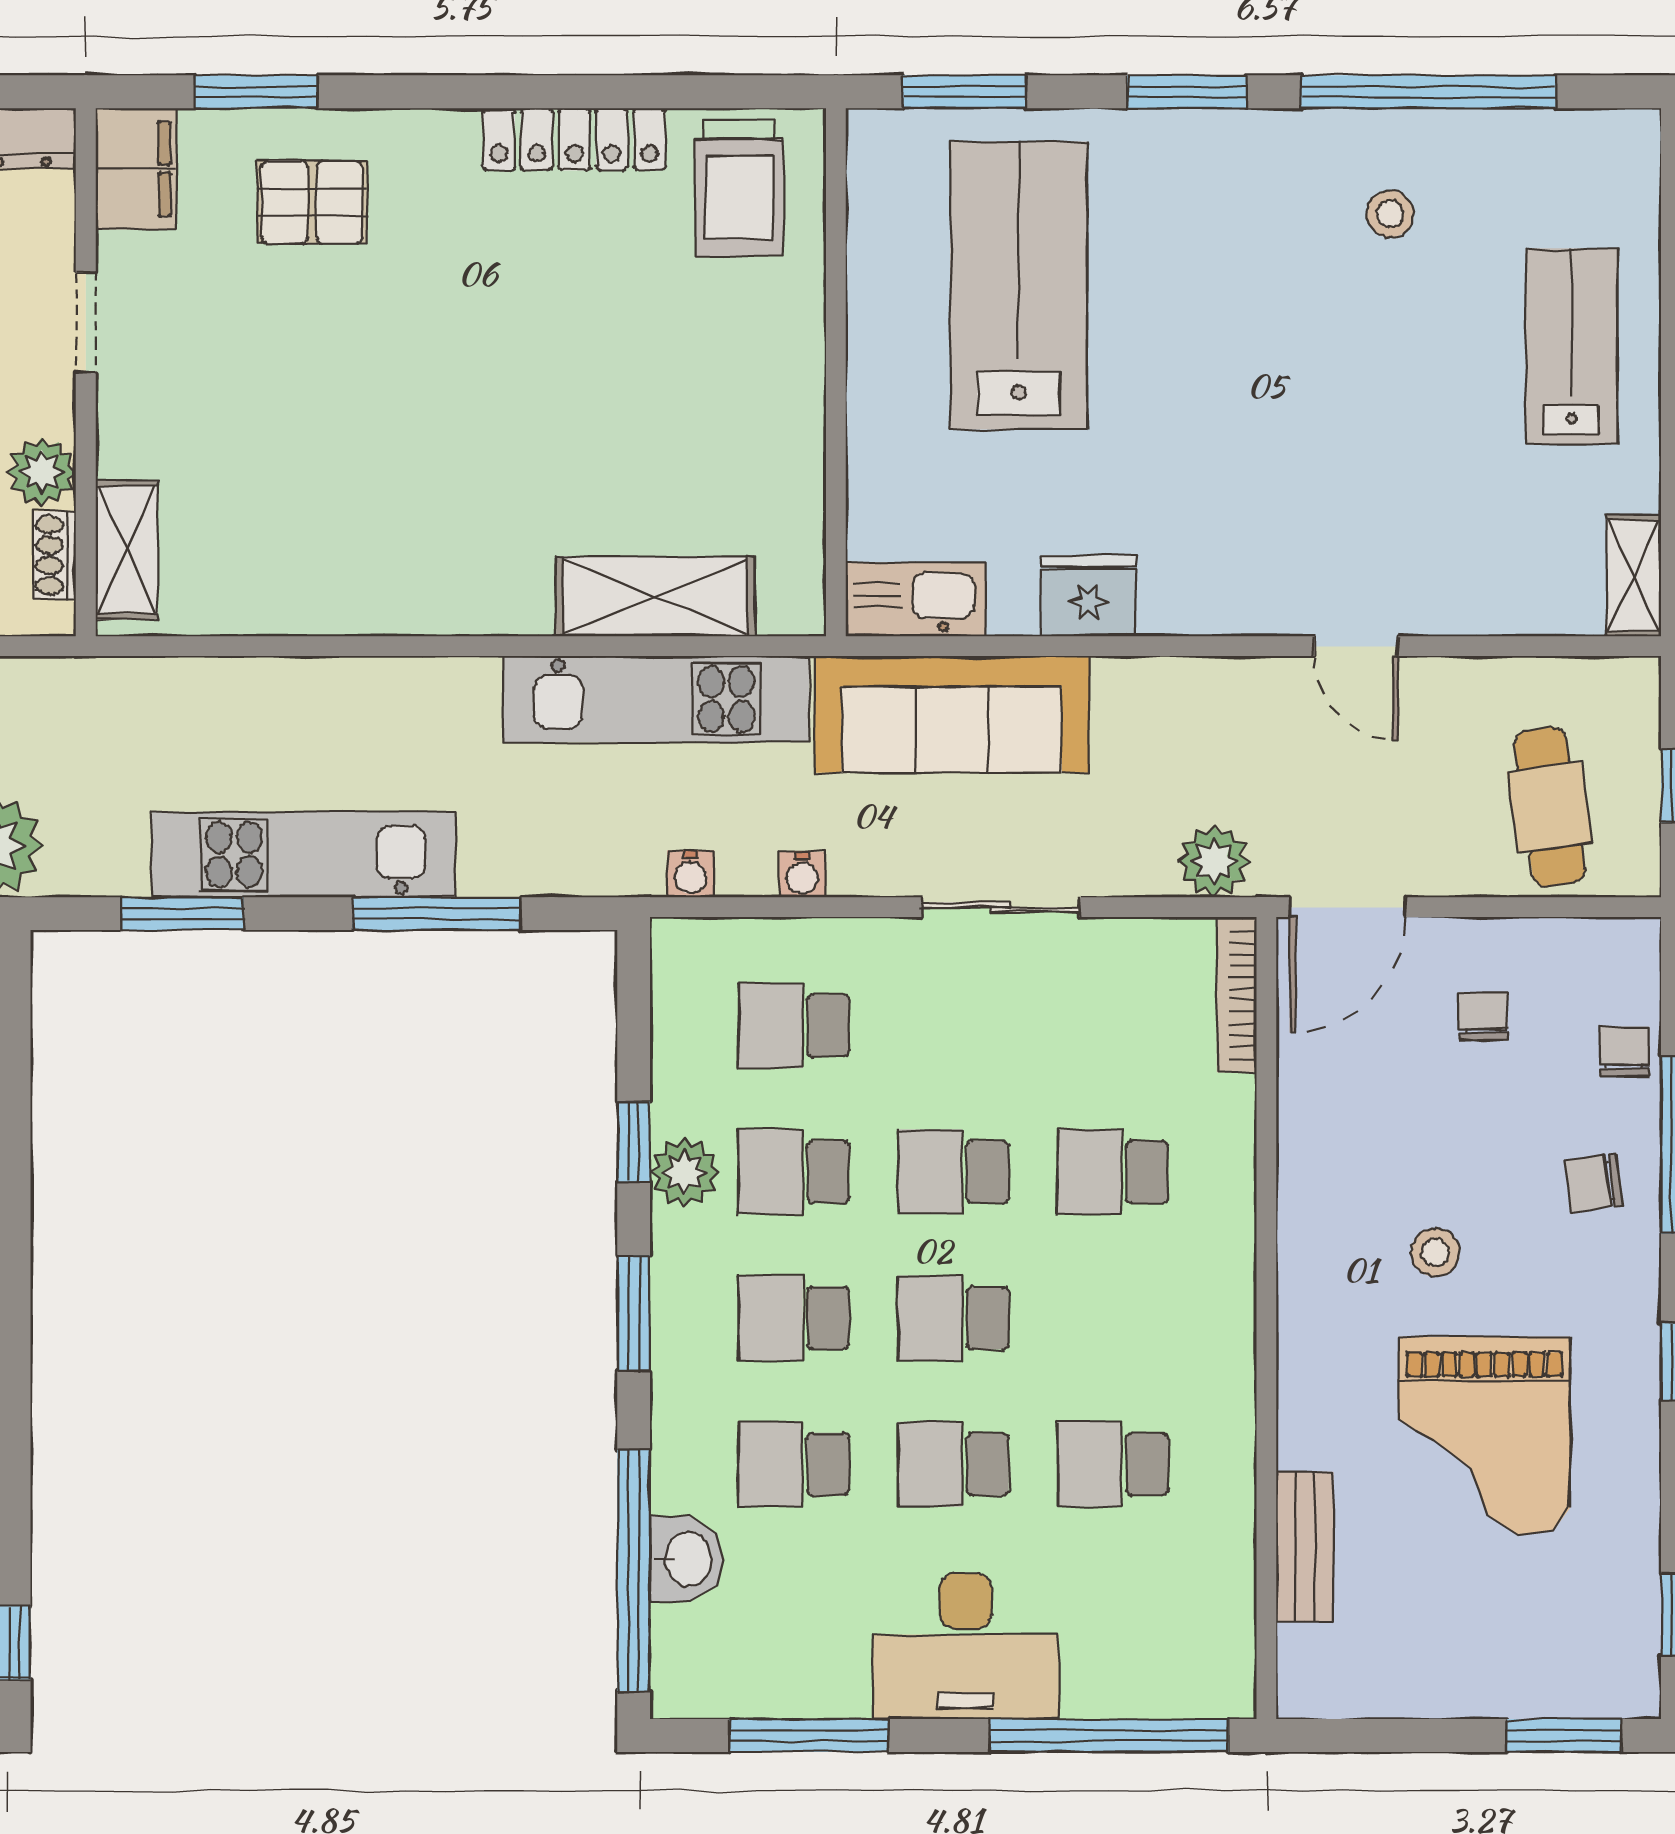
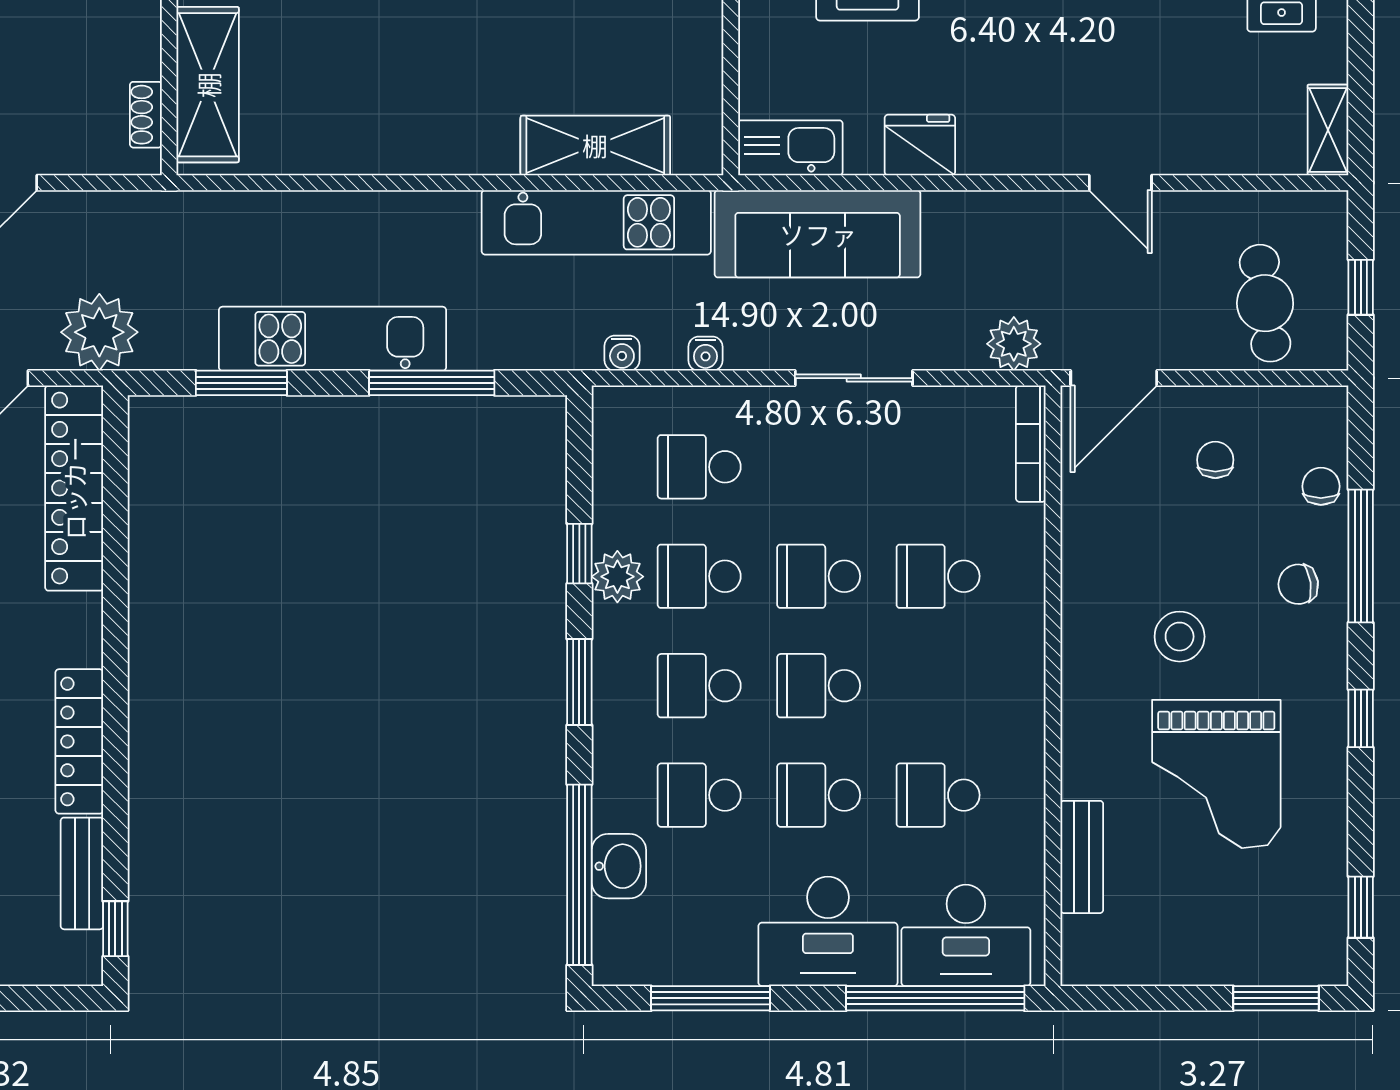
plant: (42, 472) -> (136, 52), removed
shelving: (127, 550) -> (208, 85), width x1.50, depth x1.33
stool: (1435, 1252) -> (1180, 637), width x1.37, depth x1.37
desk: (1150, 1652) -> (966, 935), added

